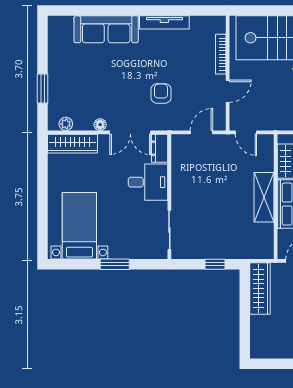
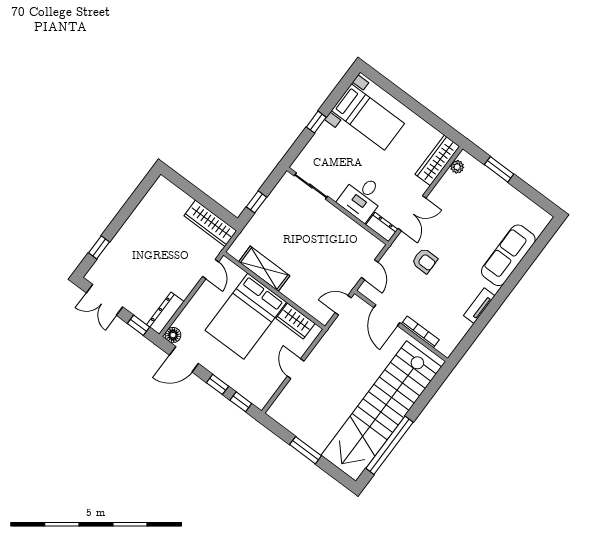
tv unit: (164, 22) -> (479, 306), width x0.71
door: (228, 91) -> (387, 315), width x1.38
floor lamp: (100, 125) -> (436, 194), removed
double door: (130, 132) -> (412, 213), swing flipped
shelving: (264, 197) -> (264, 269), moved
window: (115, 264) -> (316, 122), width x0.67

